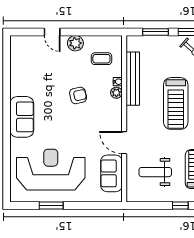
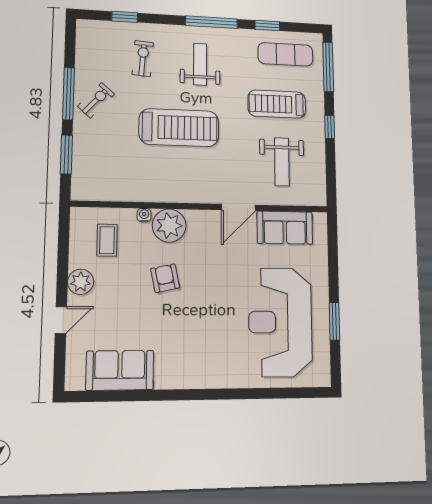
bench: (133, 79) -> (140, 192), removed
plant: (116, 93) -> (169, 226), width x1.88, depth x1.88
sofa: (22, 117) -> (120, 370), moved

